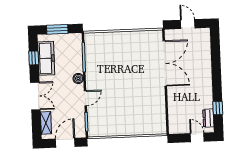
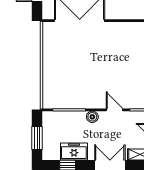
freezer: (46, 58) -> (74, 151), width x0.71

